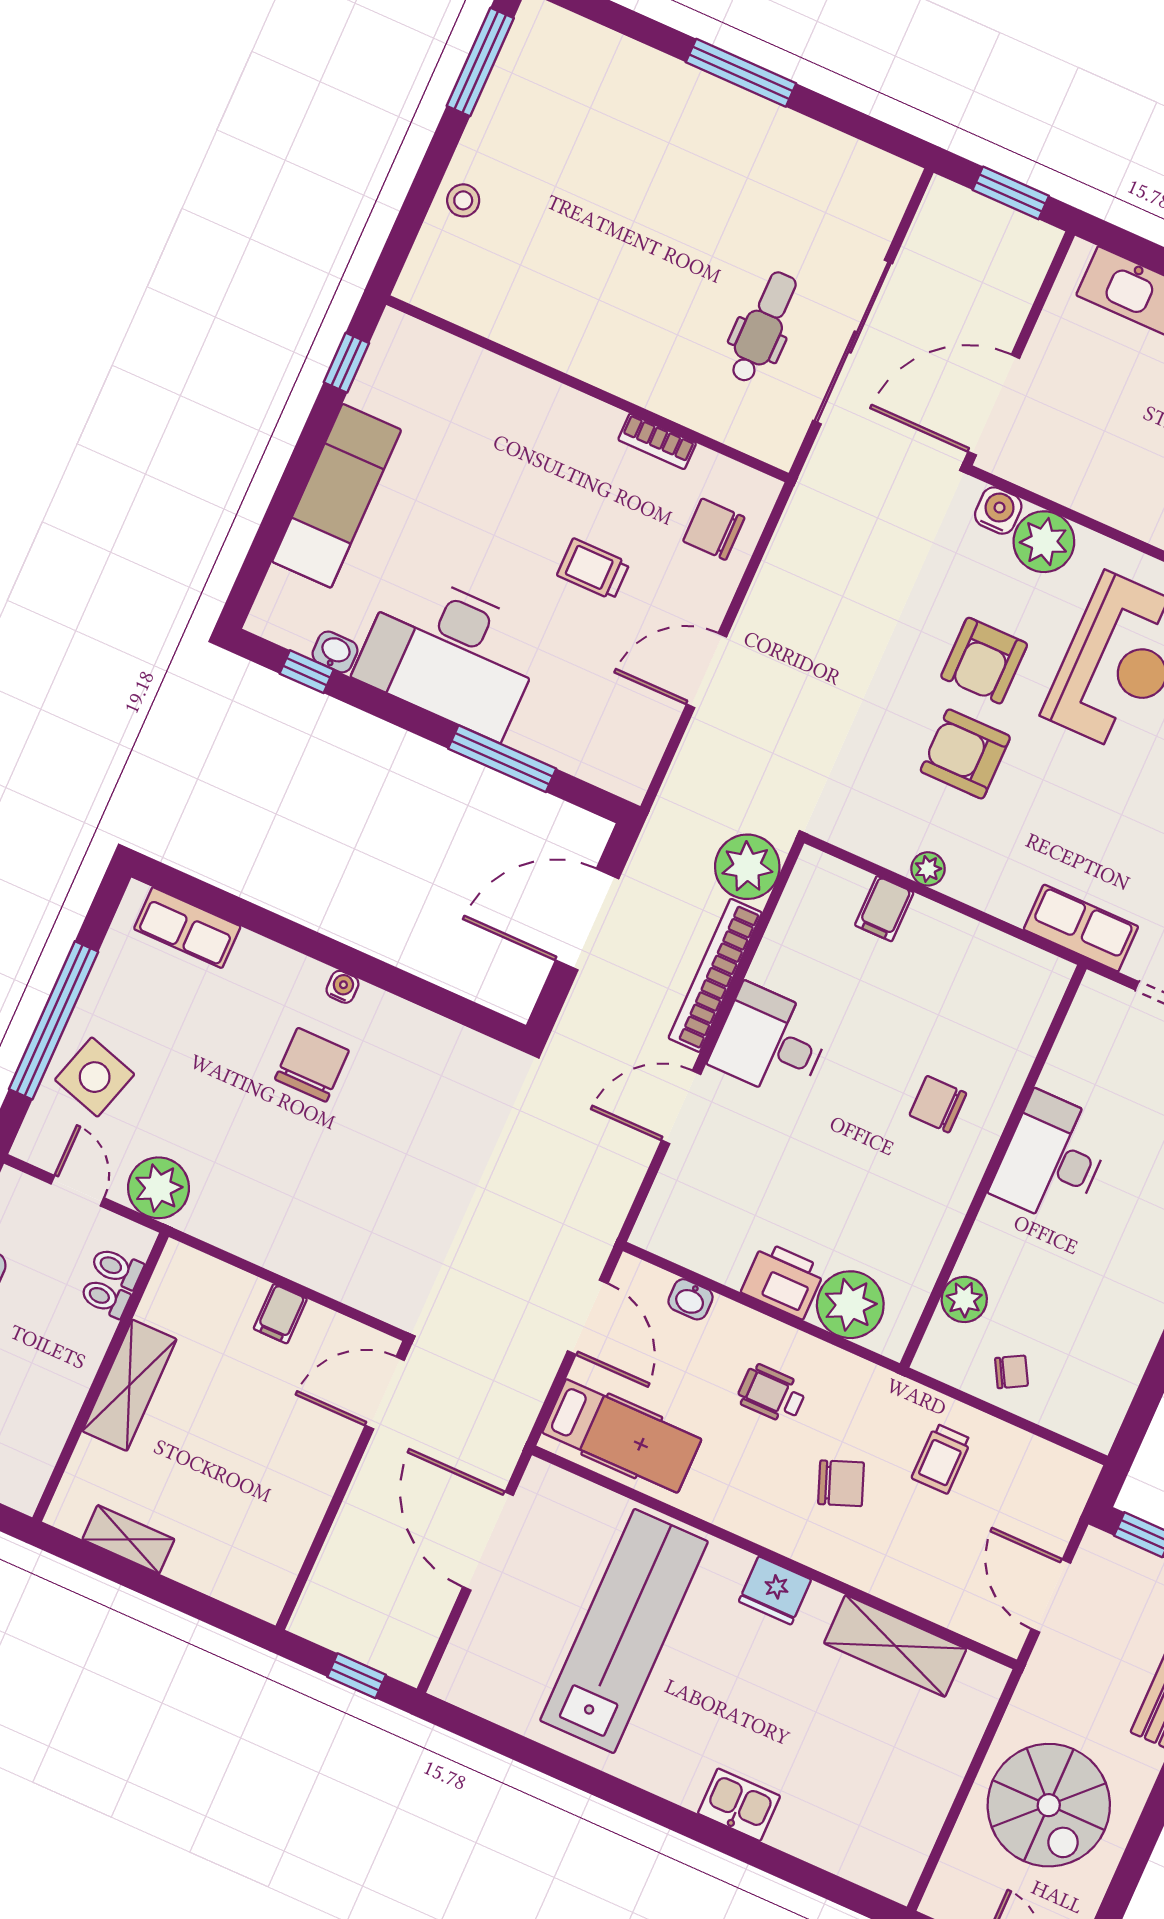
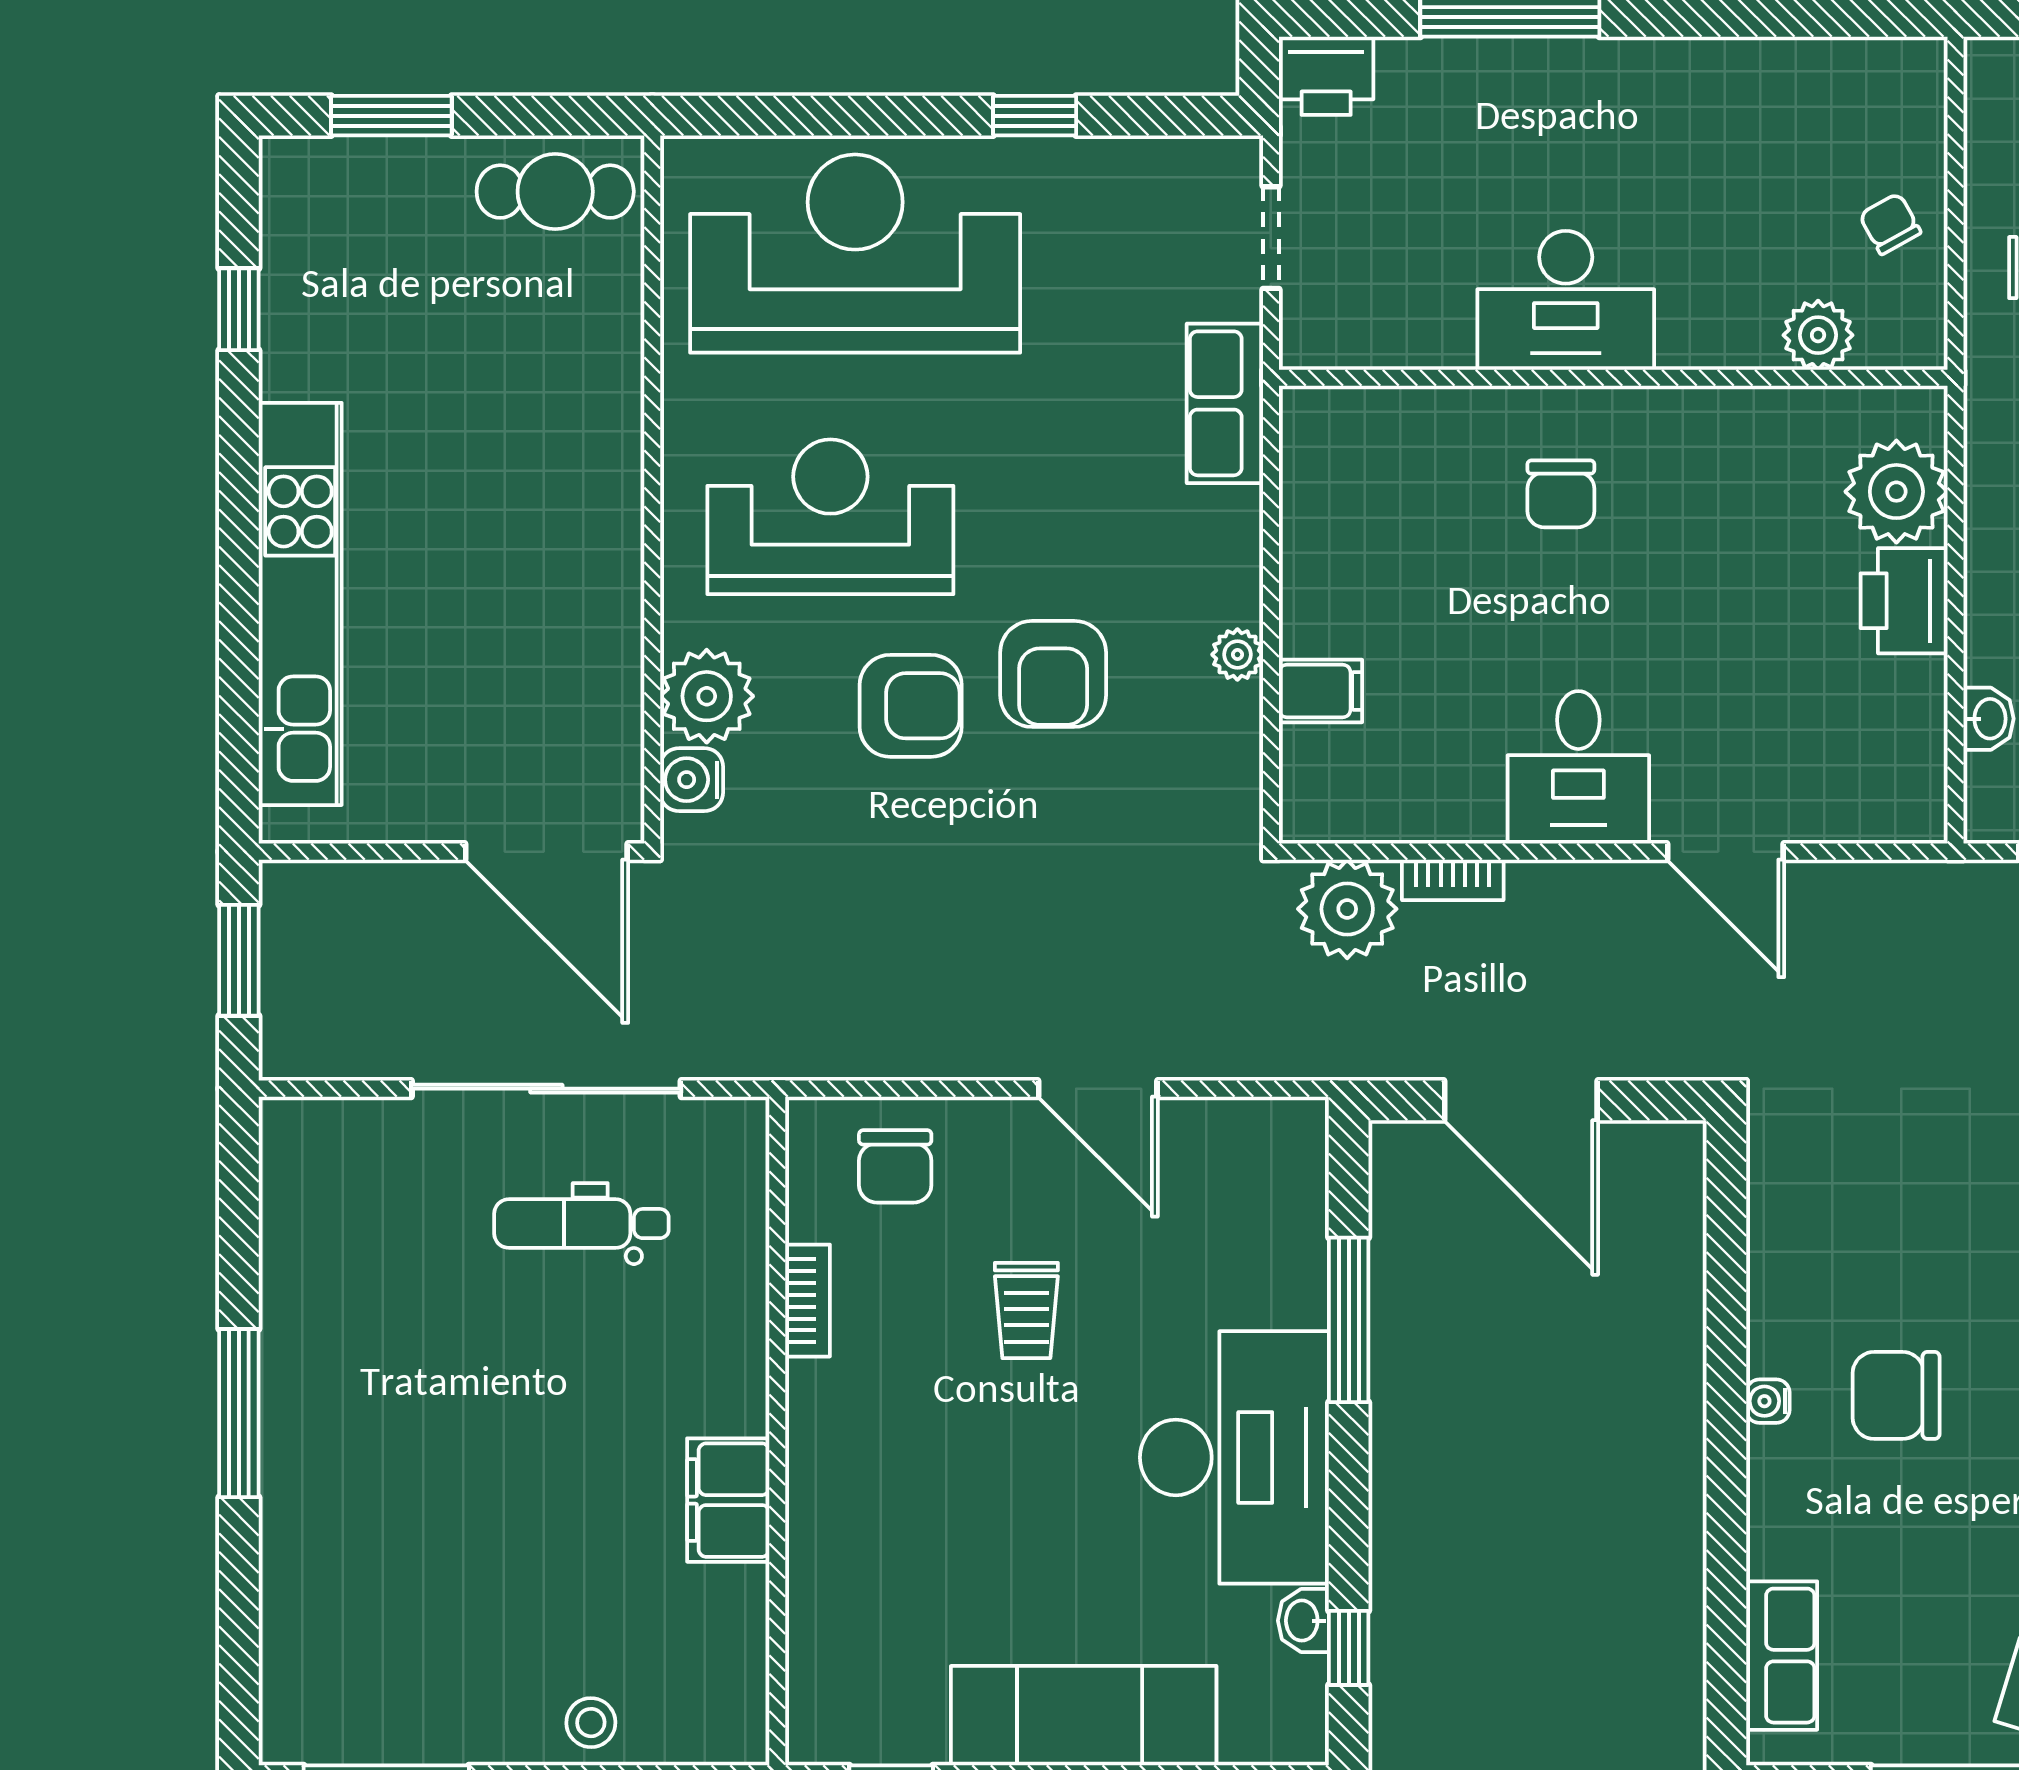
filing cabinet: (559, 341) -> (728, 1500), added
bookcase: (715, 975) -> (1453, 880), width x0.43, depth x0.76

